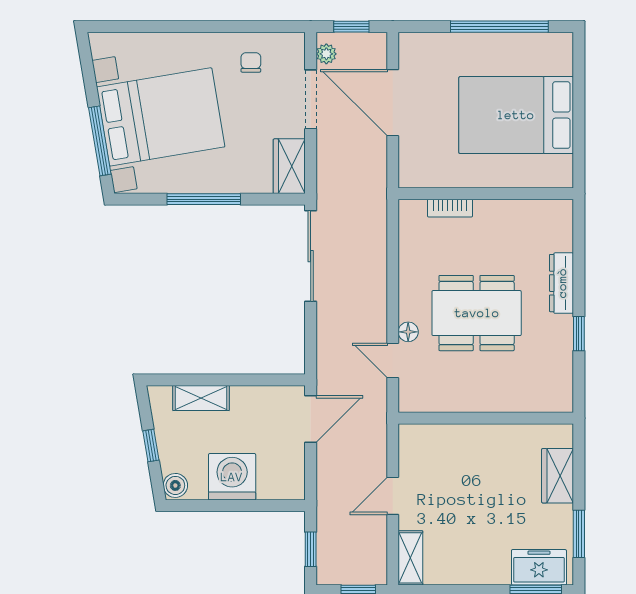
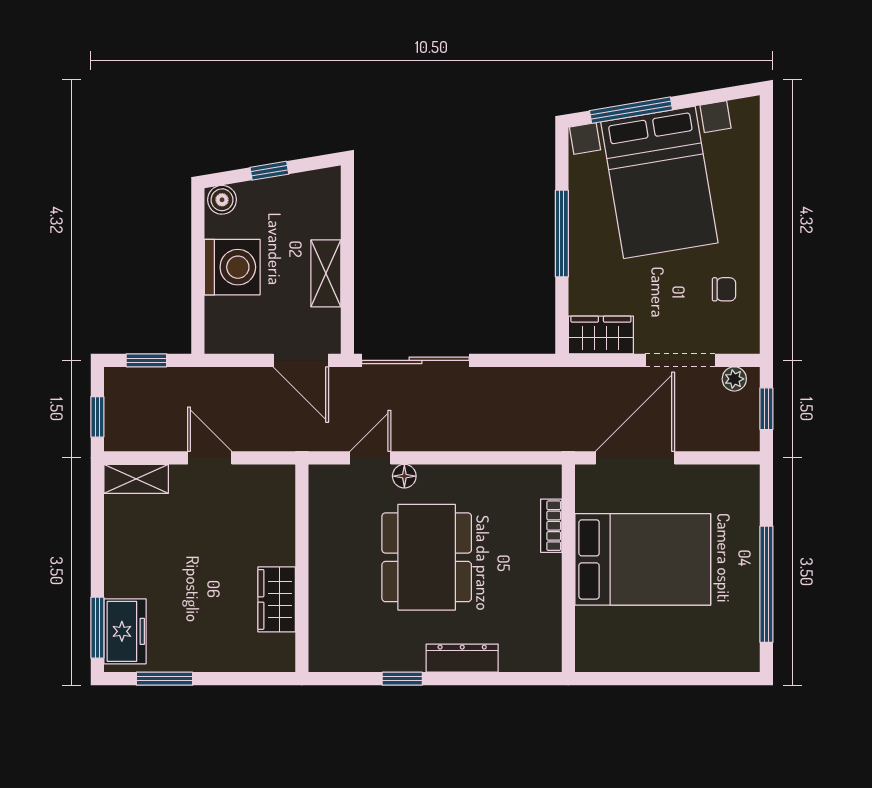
door: (393, 103) -> (635, 458), moved
bed: (516, 115) -> (643, 559), moved, turned 90
sliding door: (311, 256) -> (415, 360), moved
shelving: (201, 398) -> (326, 273), moved
wardrobe: (558, 476) -> (277, 599), moved, turned -90

